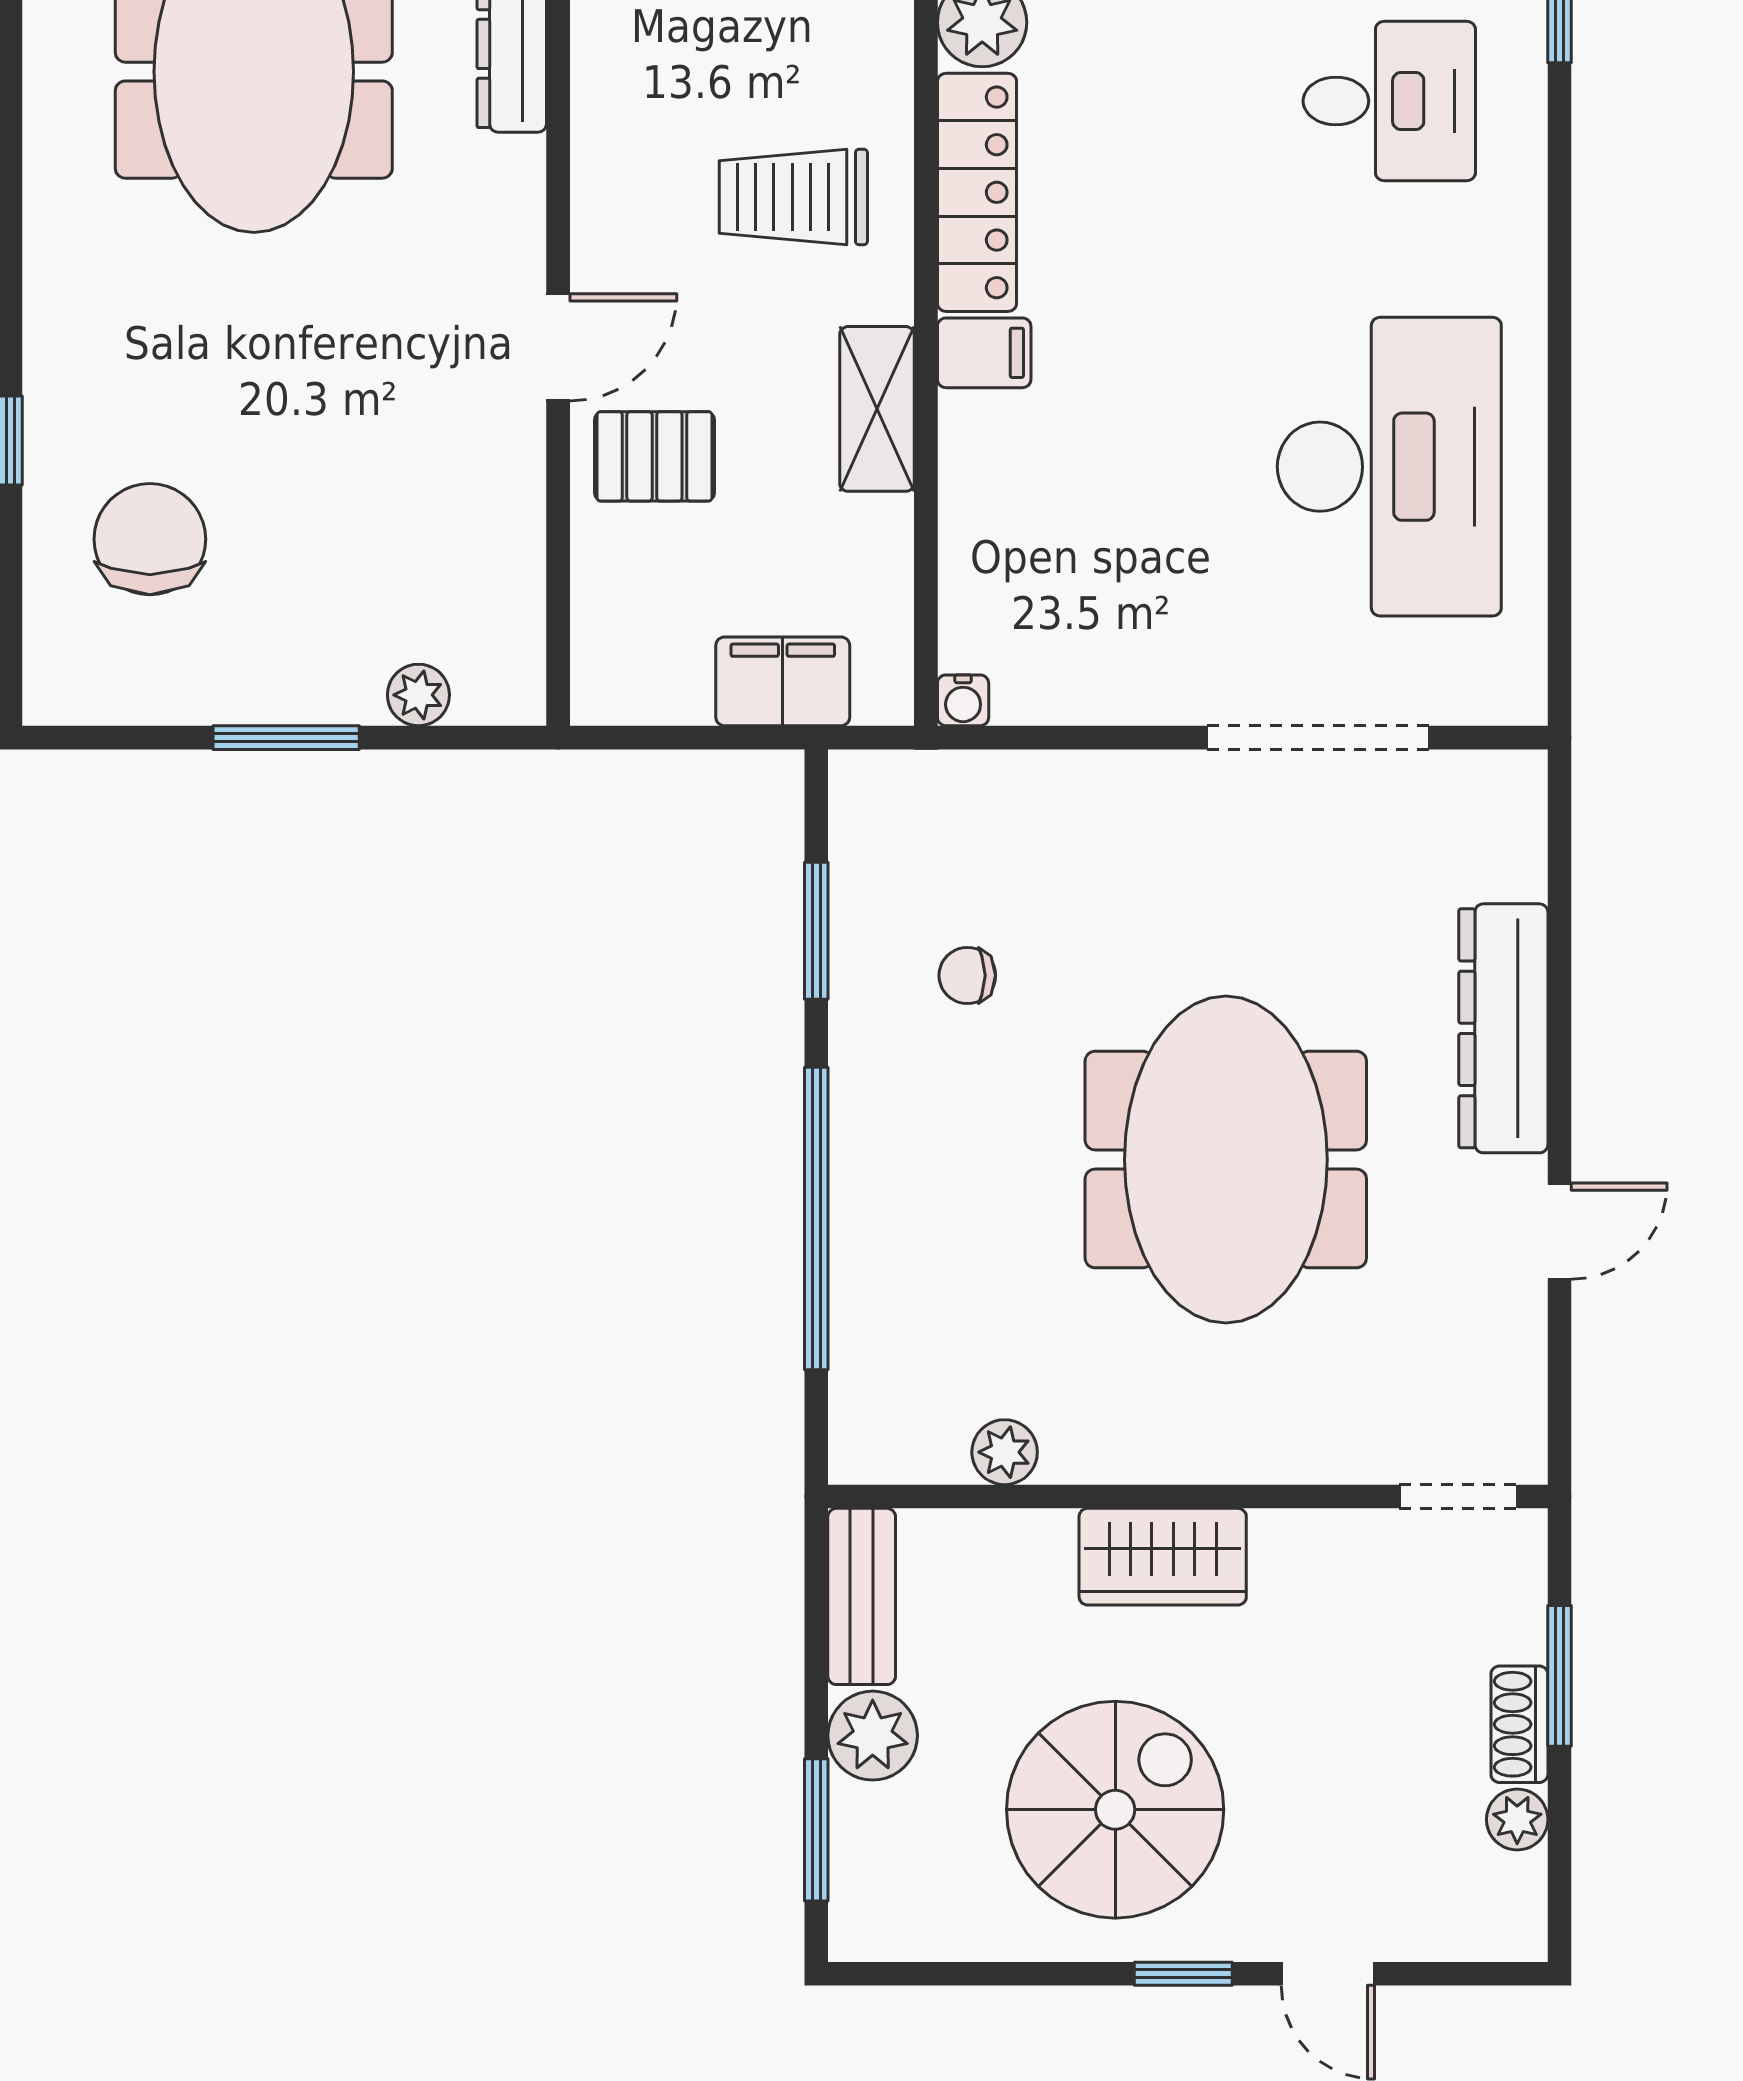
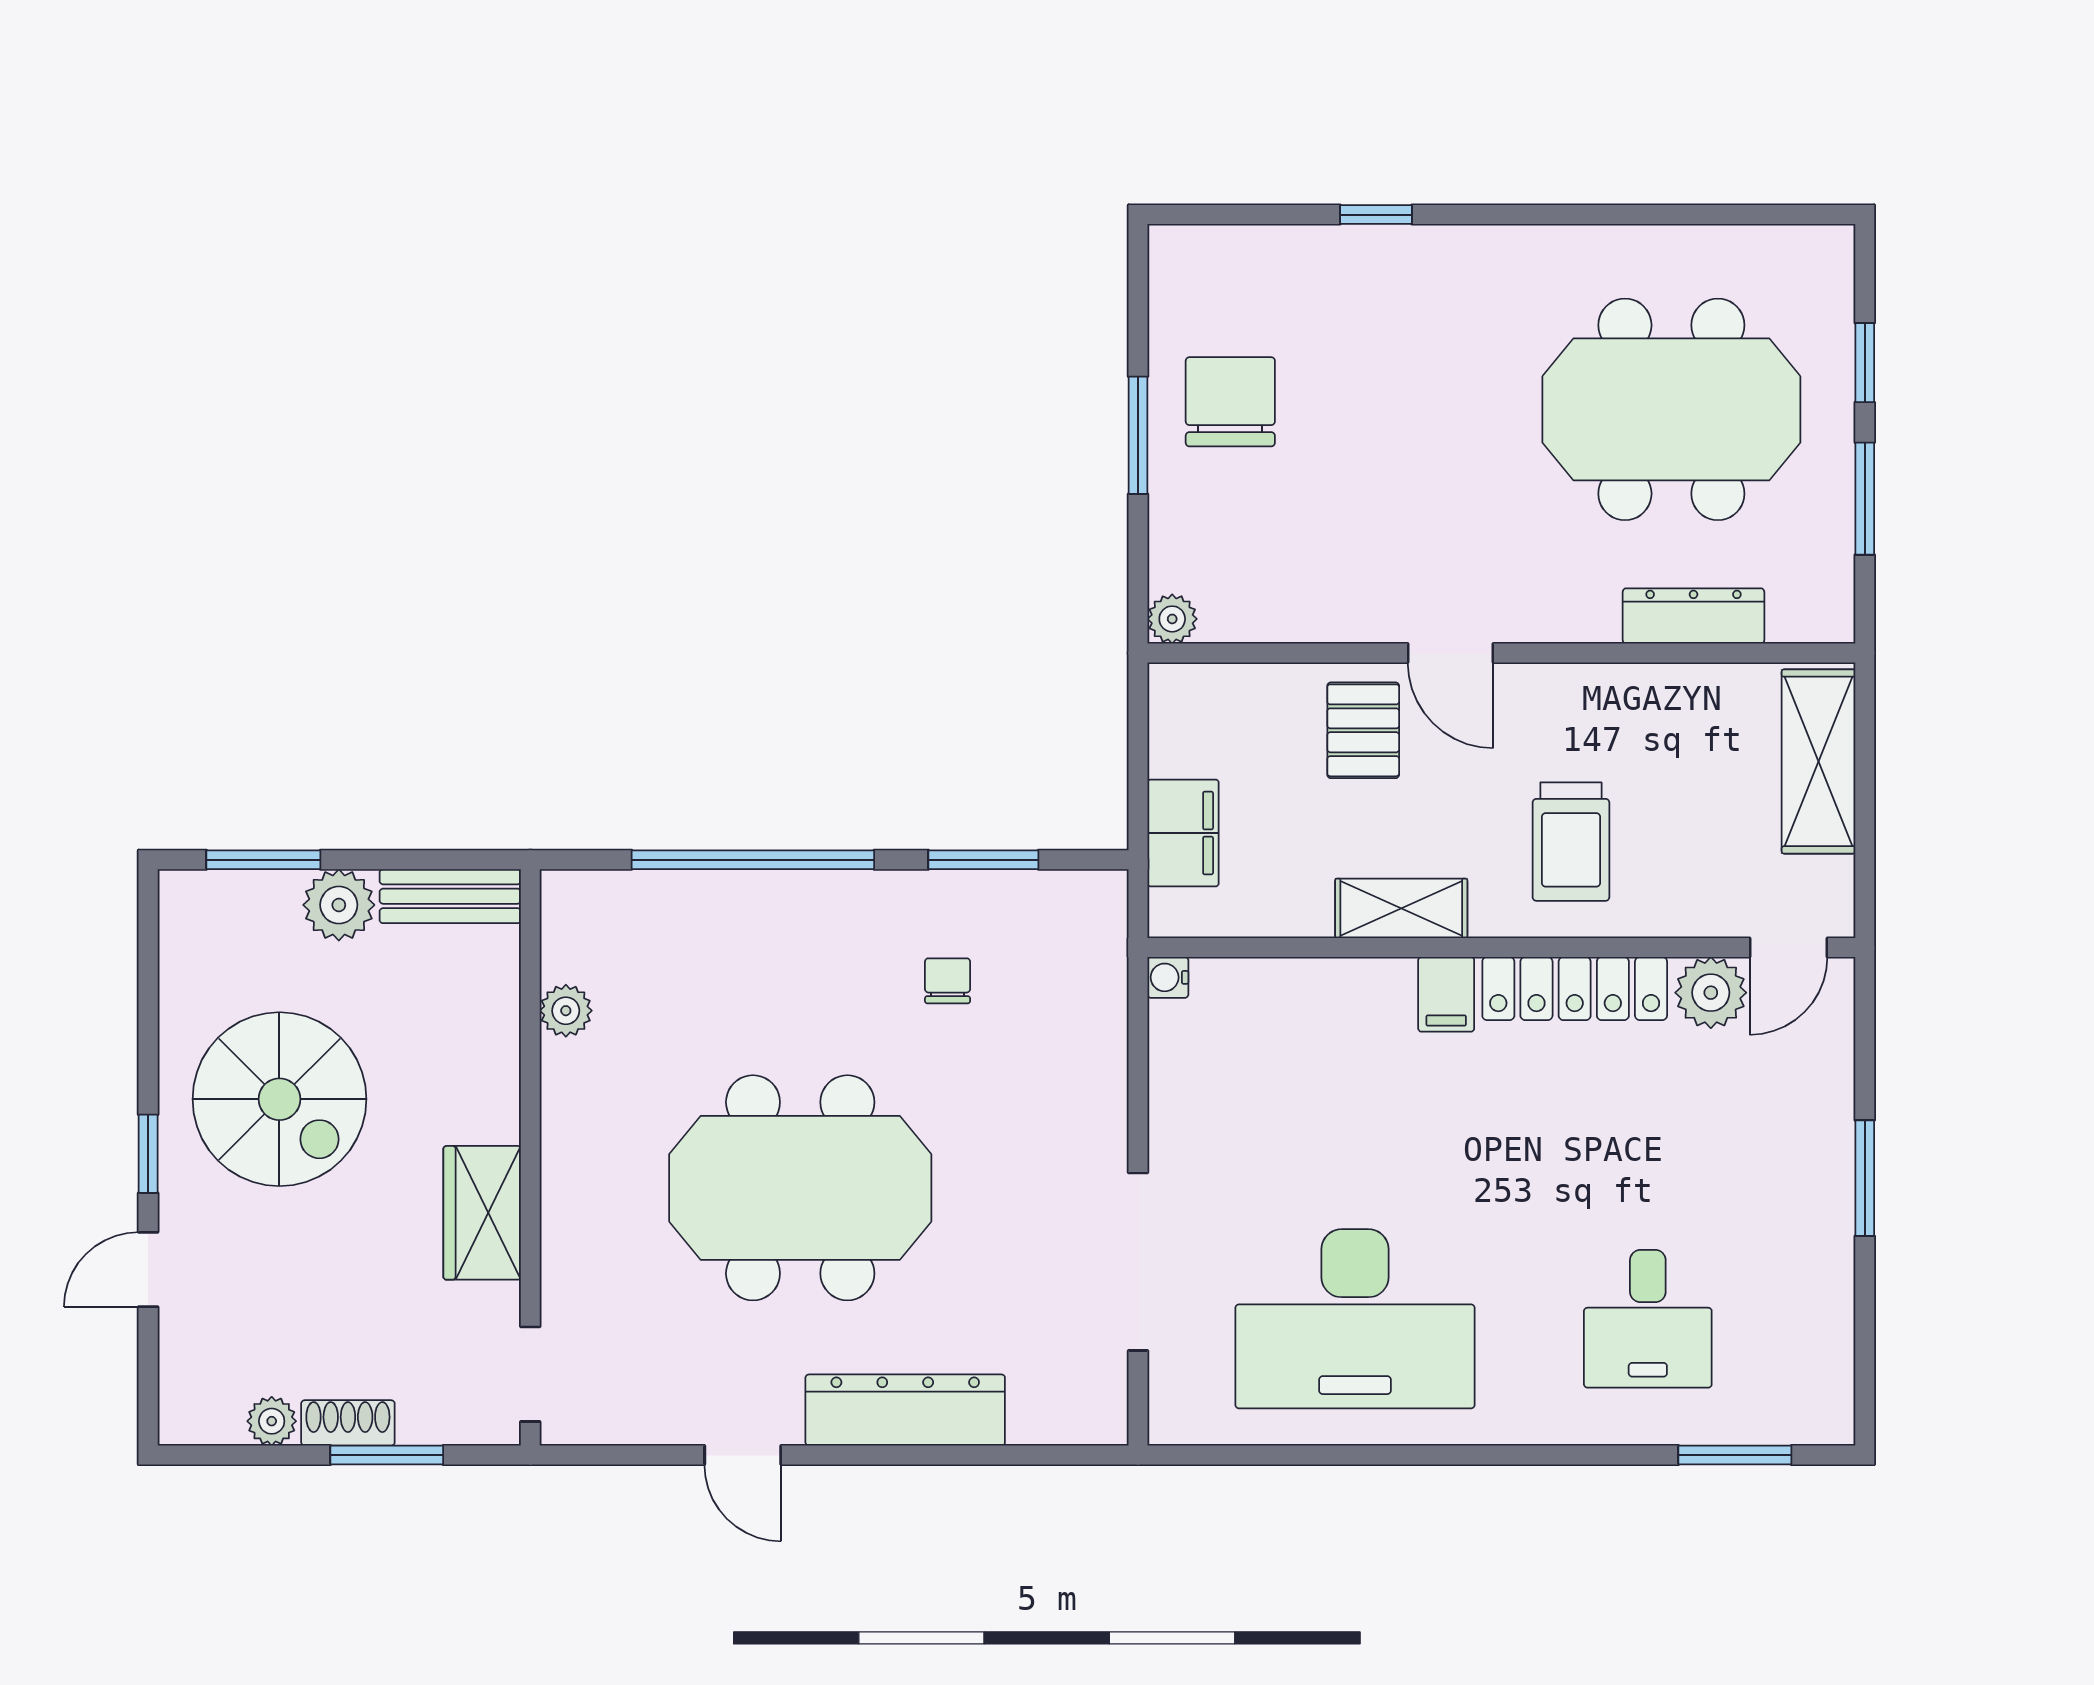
trolley: (793, 197) -> (1571, 842), turned 180
chair: (150, 539) -> (1230, 402), moved, turned -90
plant: (418, 695) -> (1172, 619), moved
wardrobe: (1163, 1557) -> (482, 1213), moved

